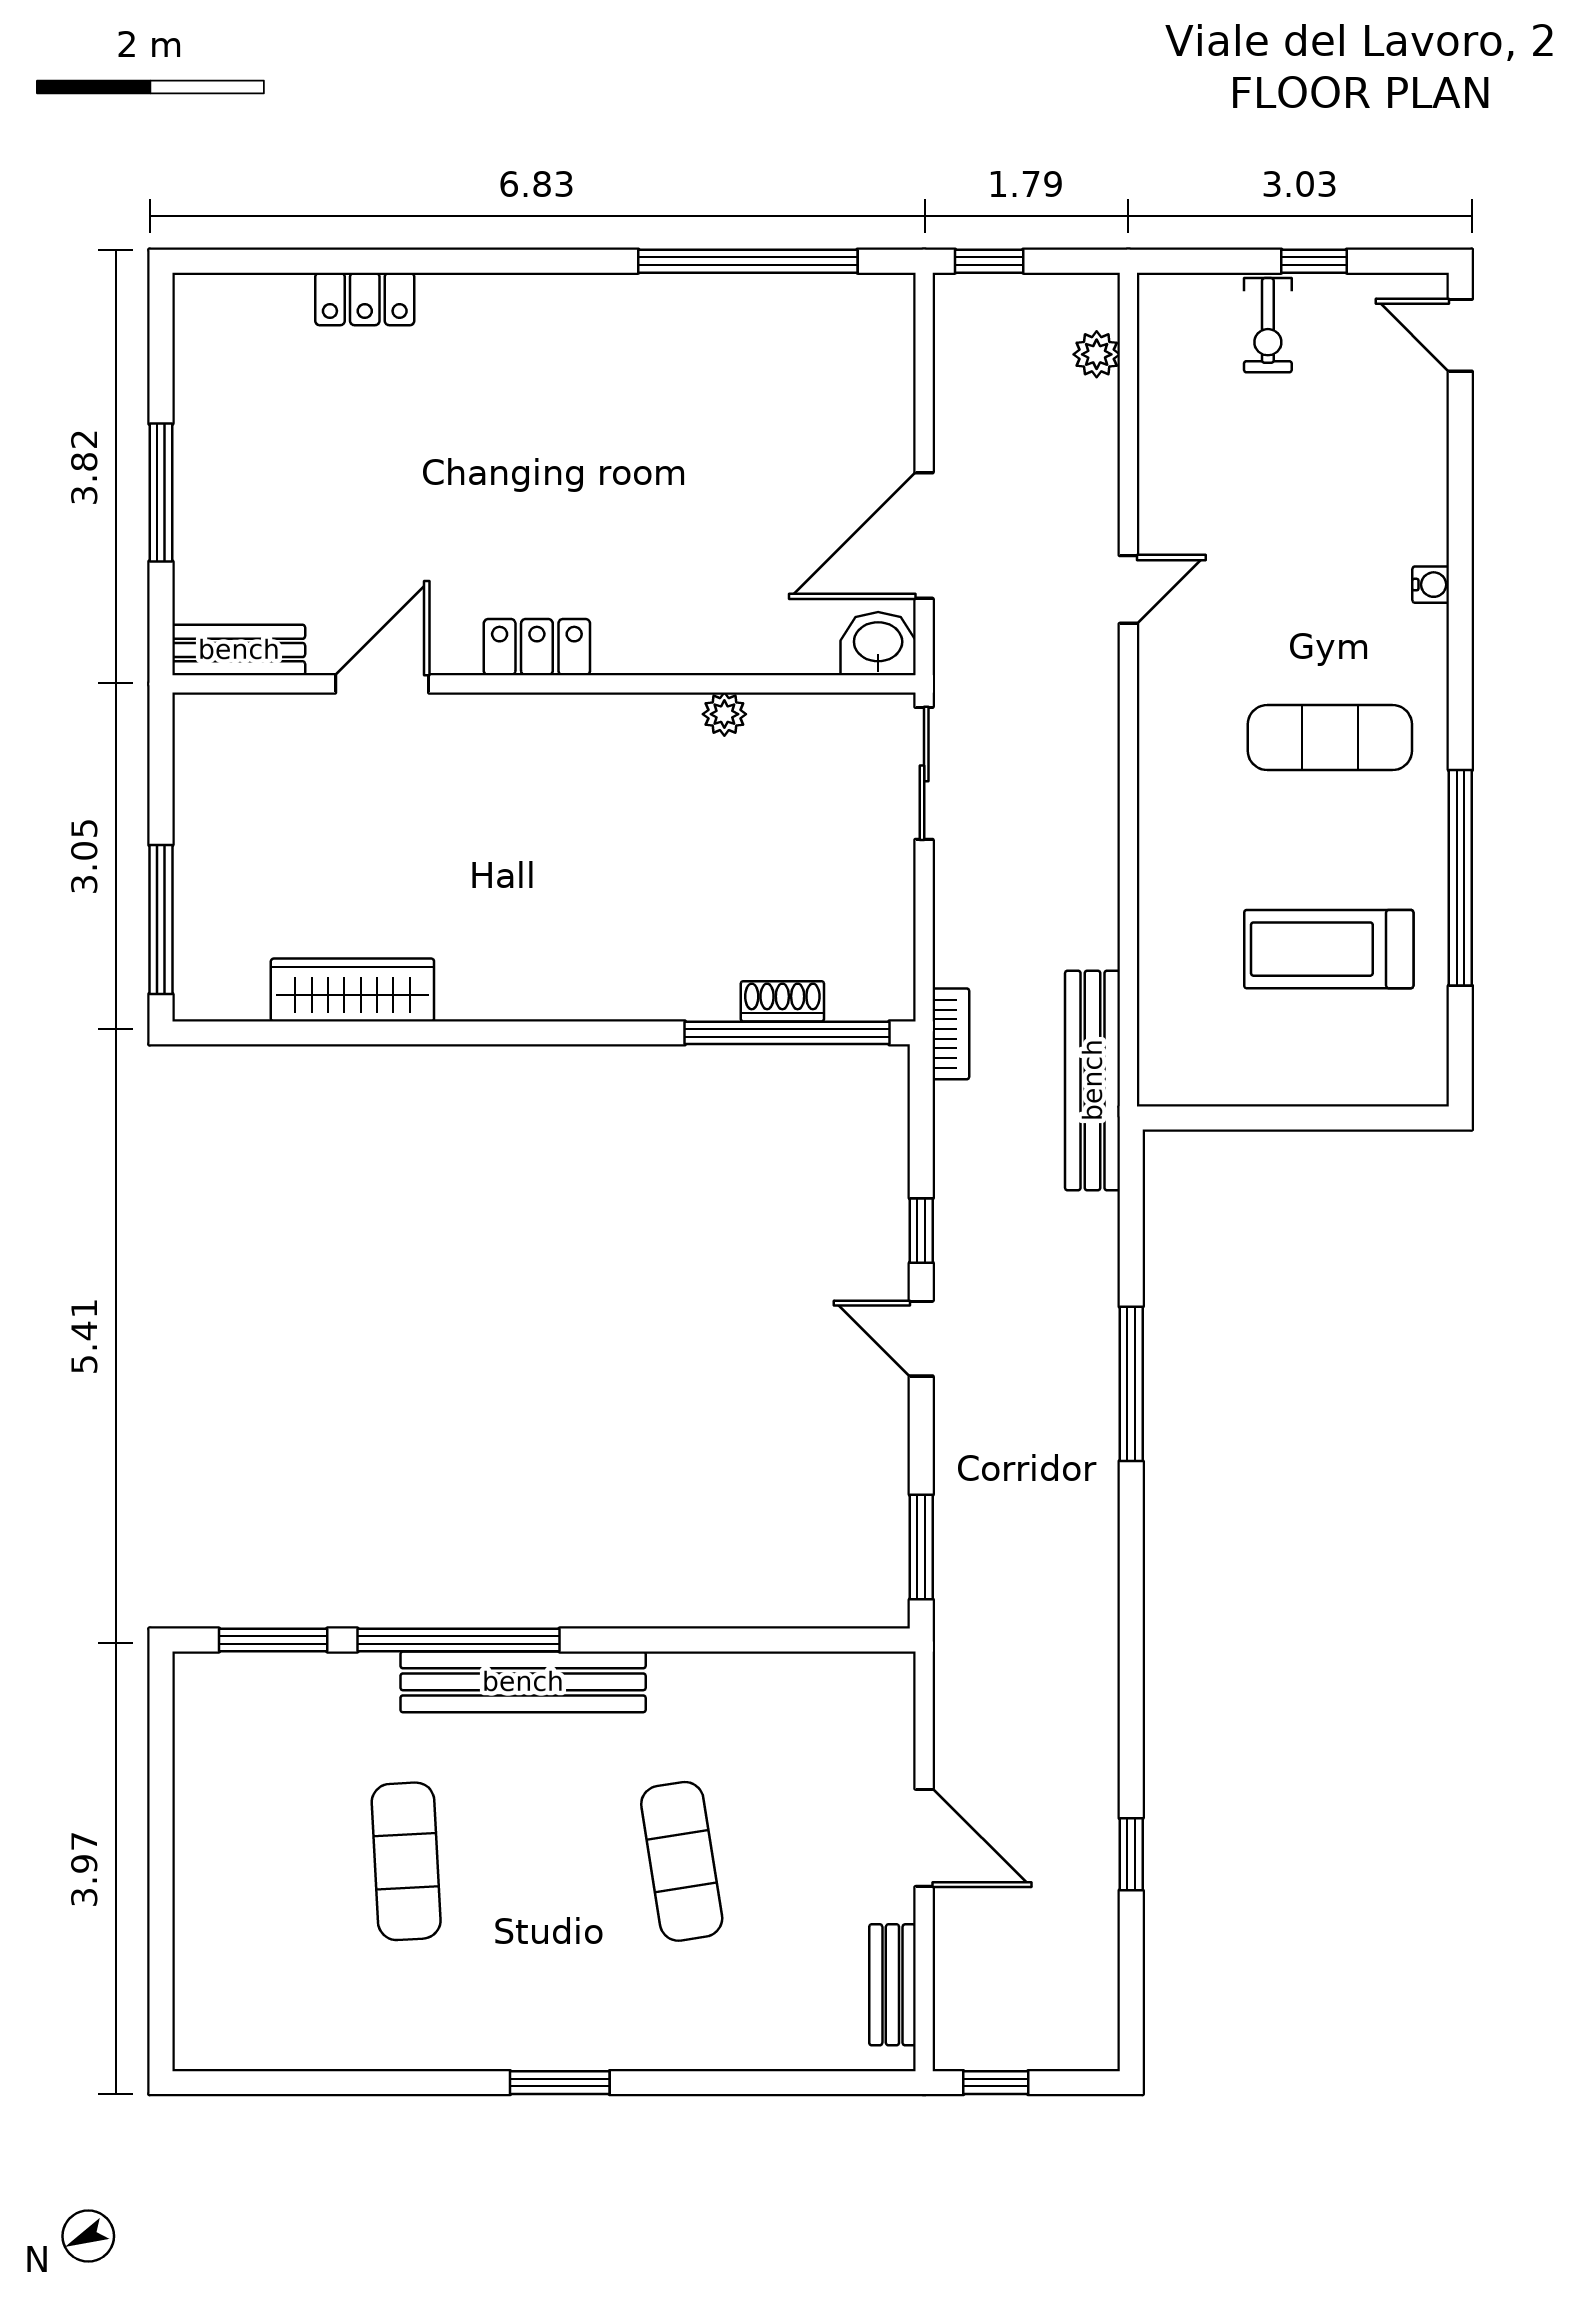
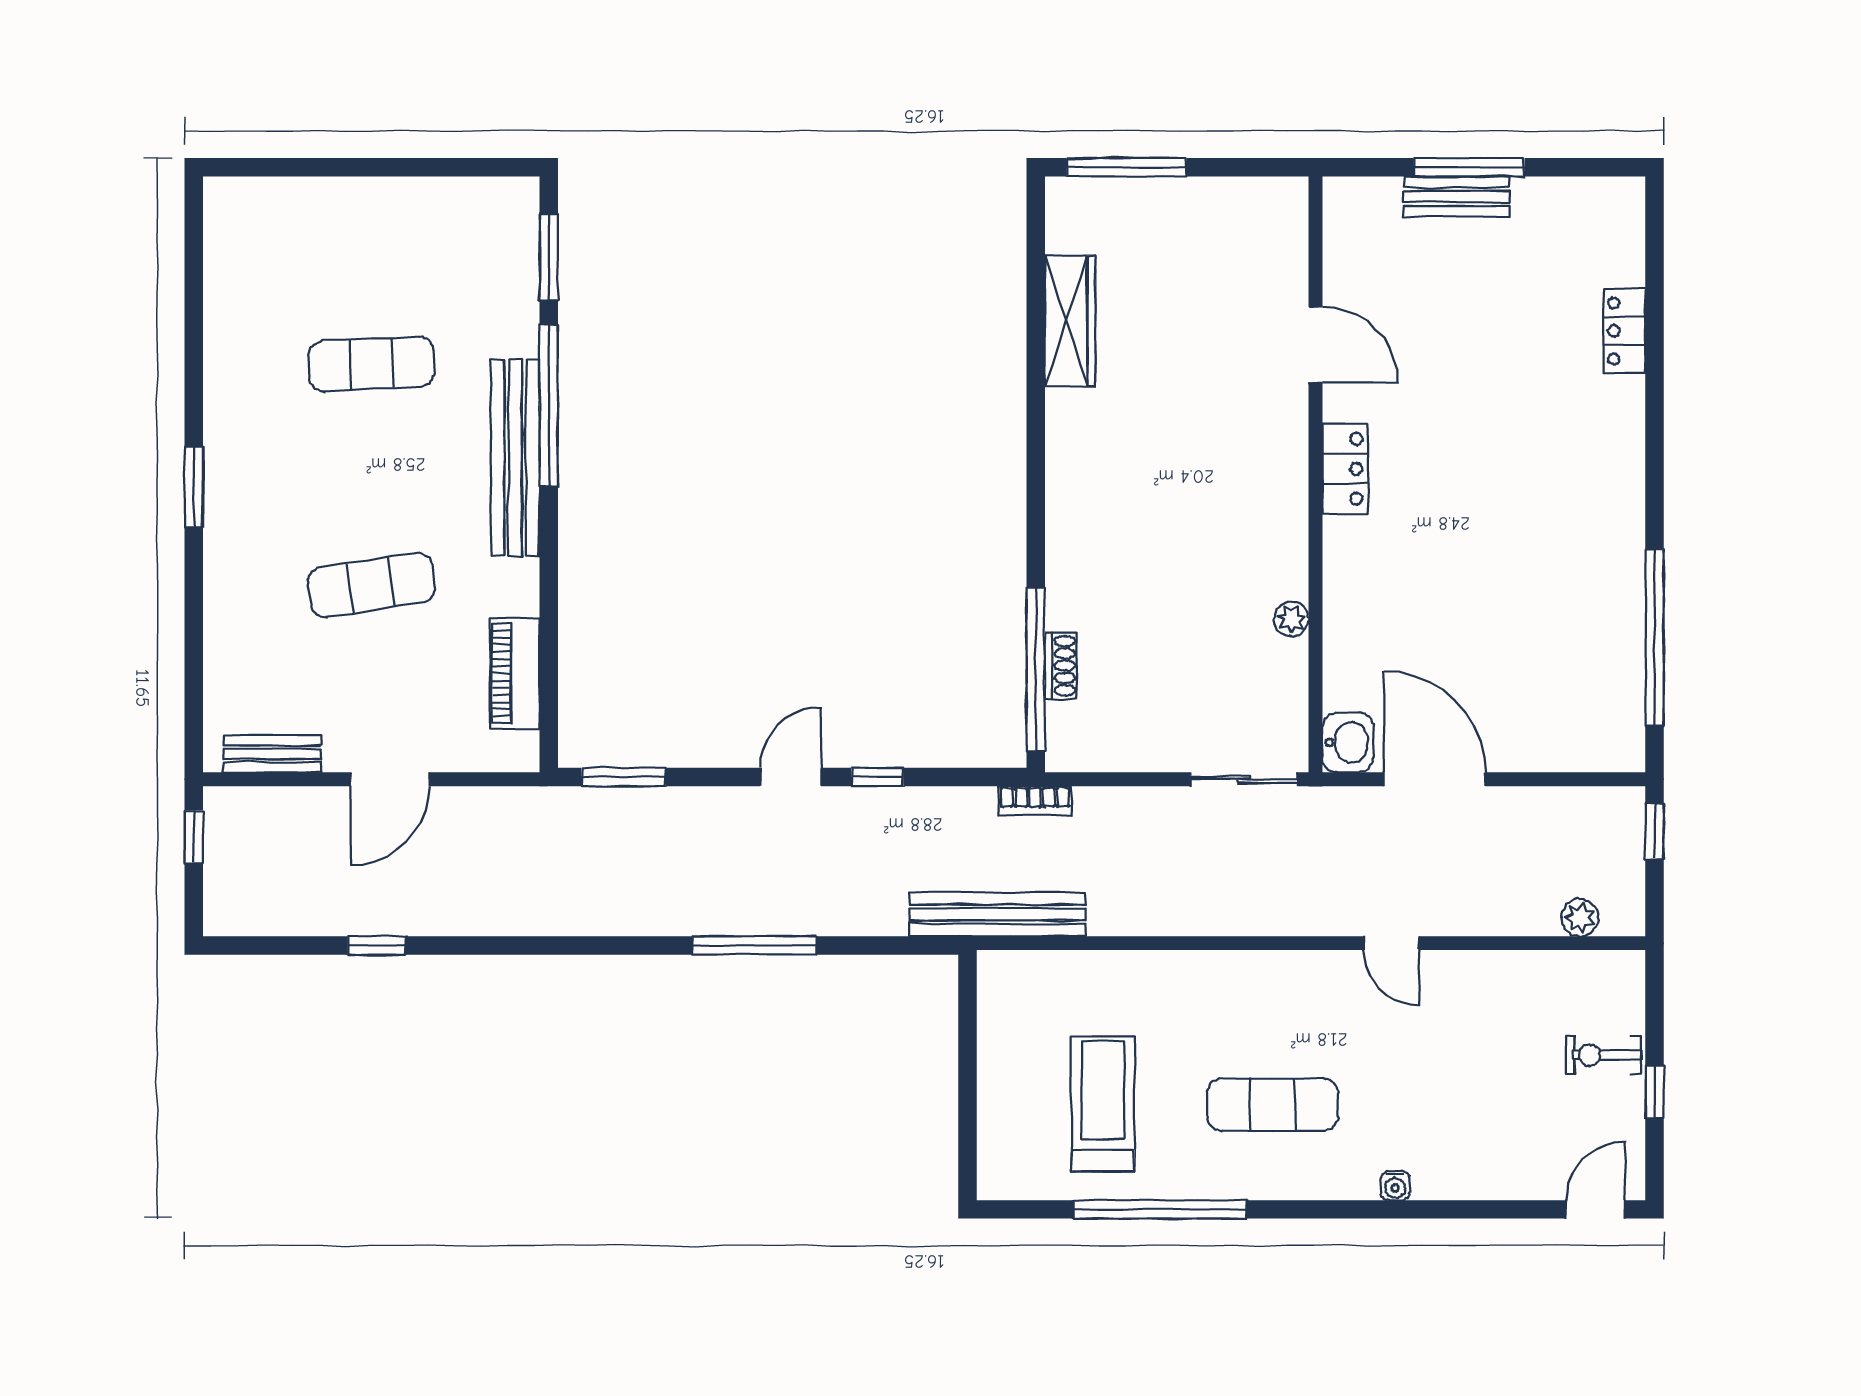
bench: (239, 650) -> (1457, 197), moved, turned 90
exercise mat: (1330, 738) -> (1273, 1105), turned 90
piano: (792, 1682) -> (515, 673), added

